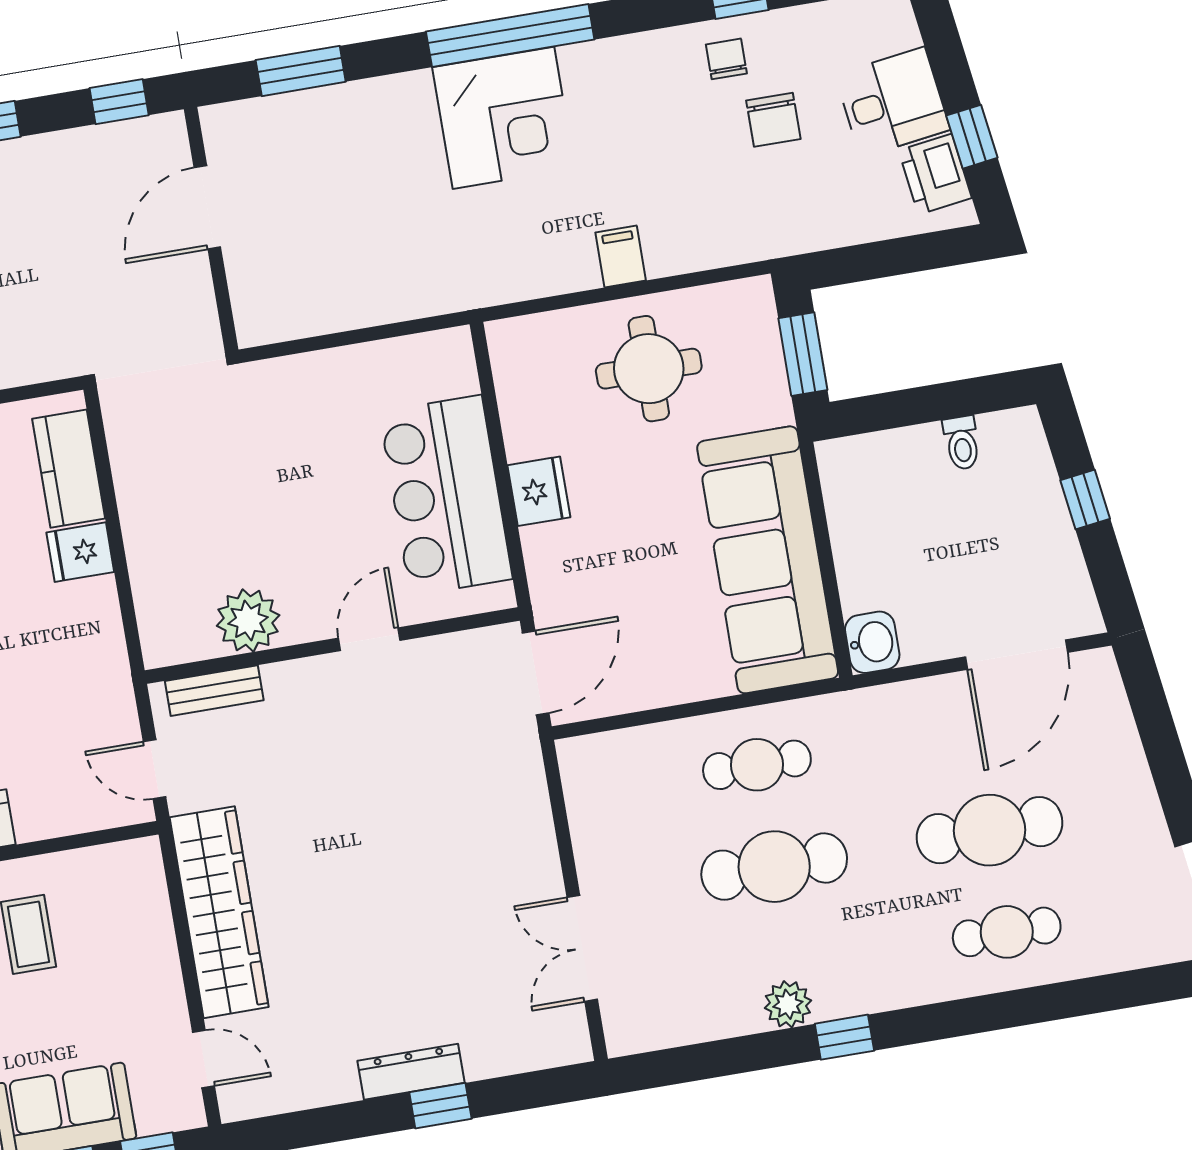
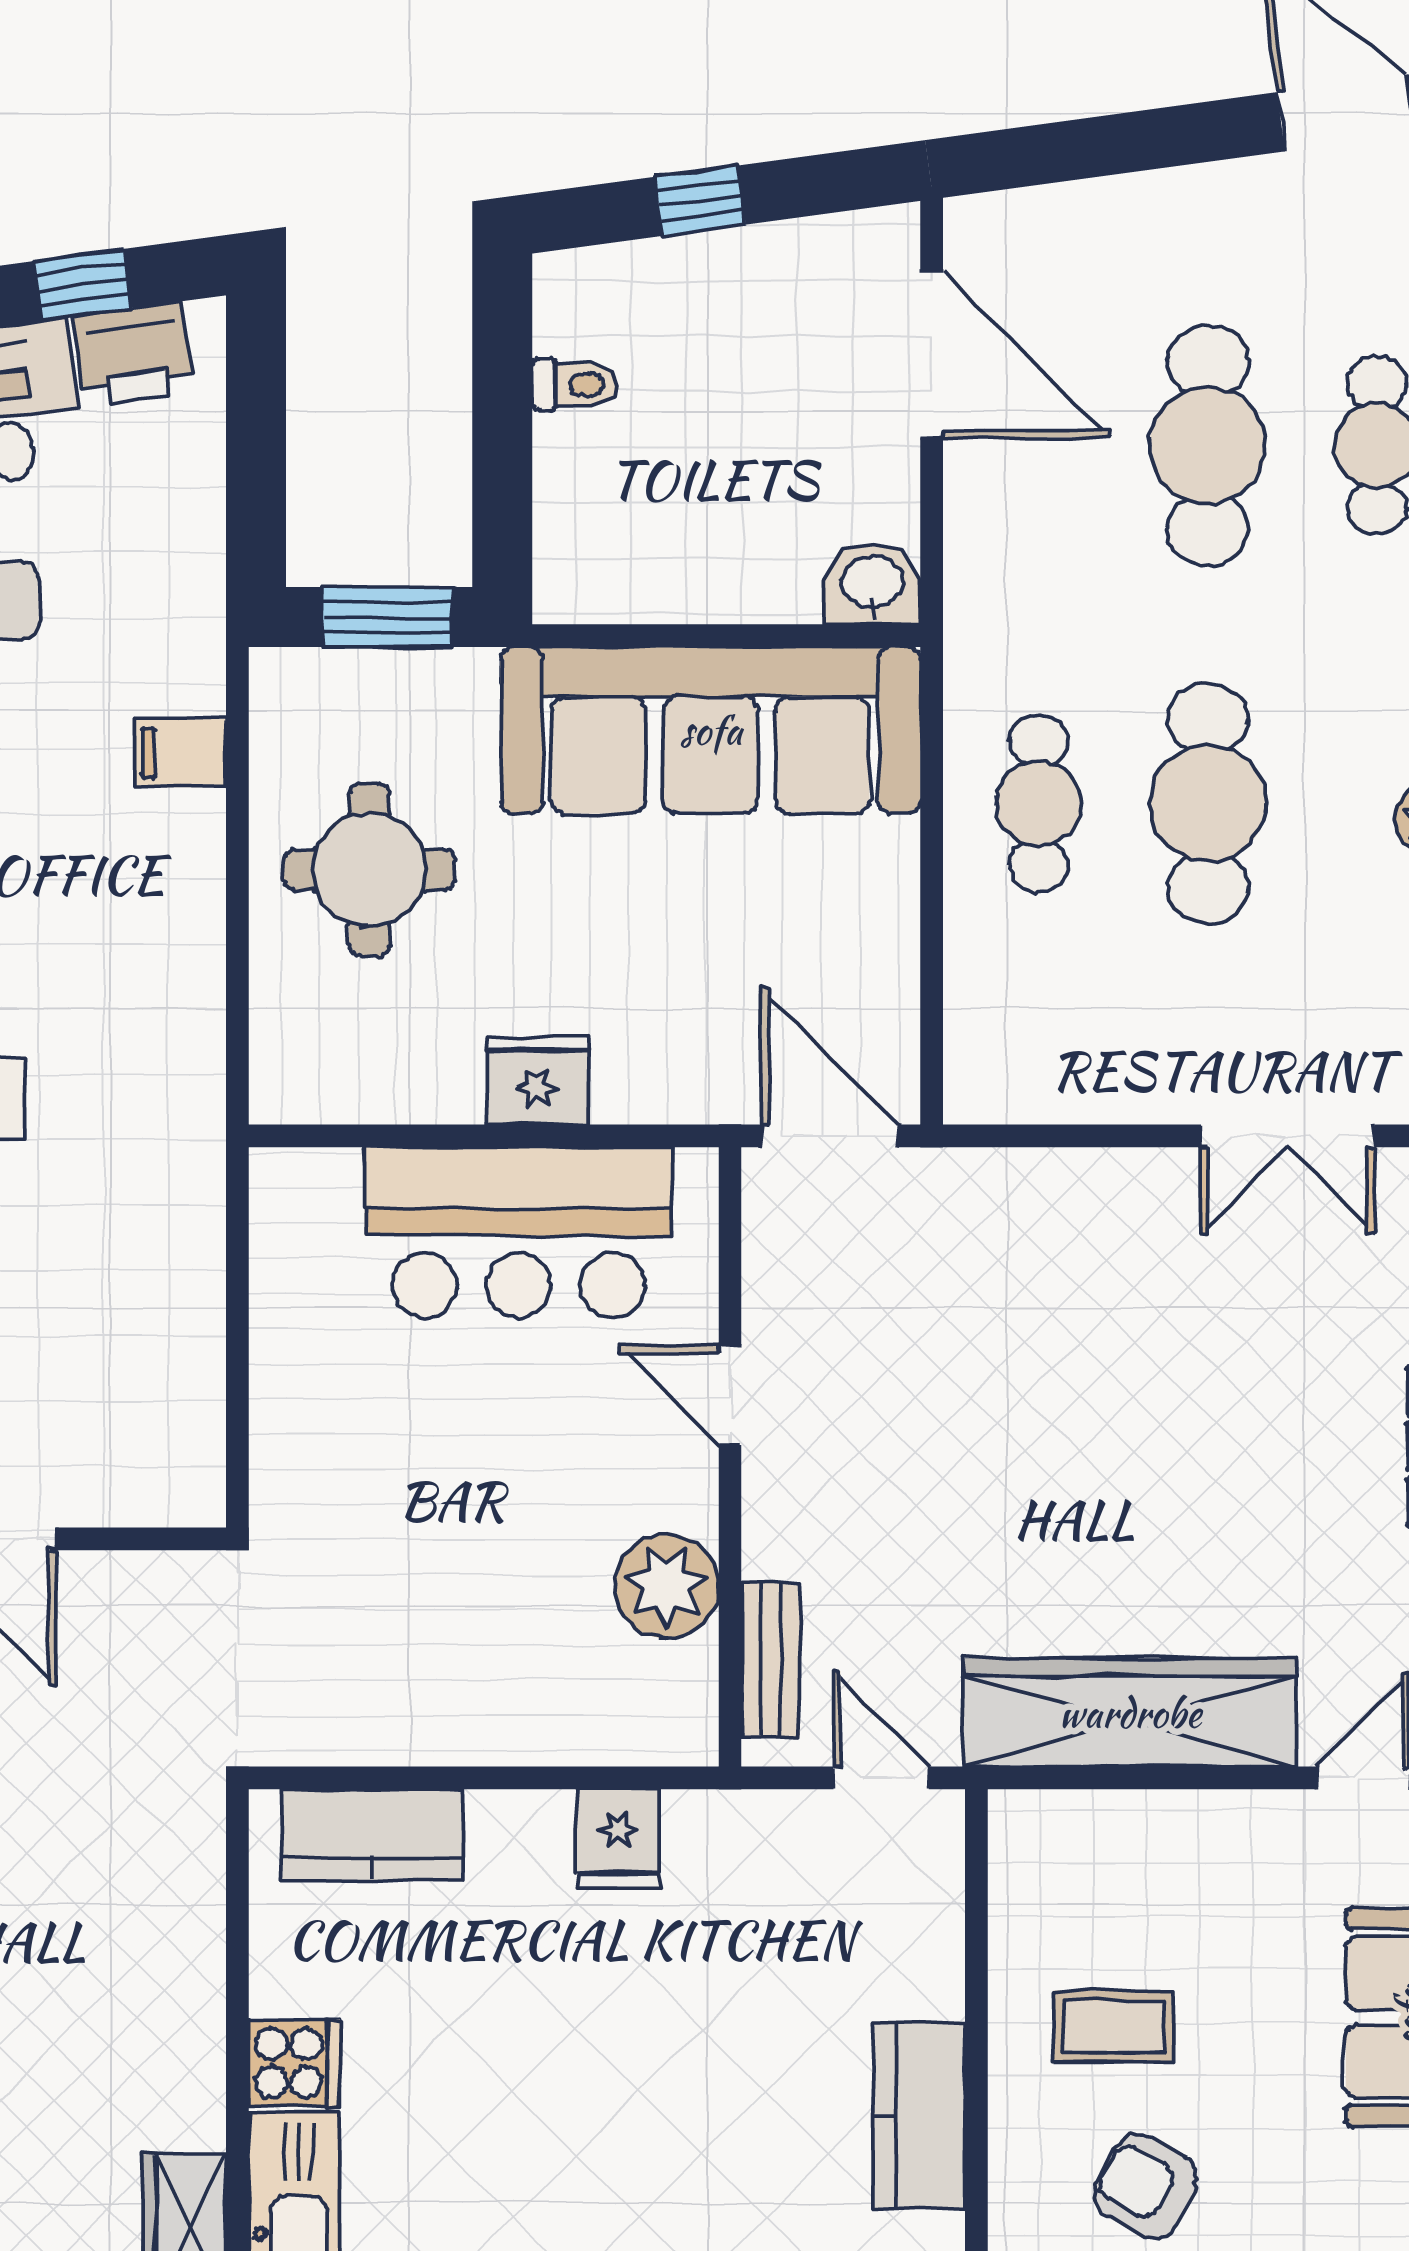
filing cabinet: (621, 257) -> (180, 753), moved
fridge: (80, 552) -> (618, 1838), moved
door: (154, 769) -> (881, 1778), swing flipped

